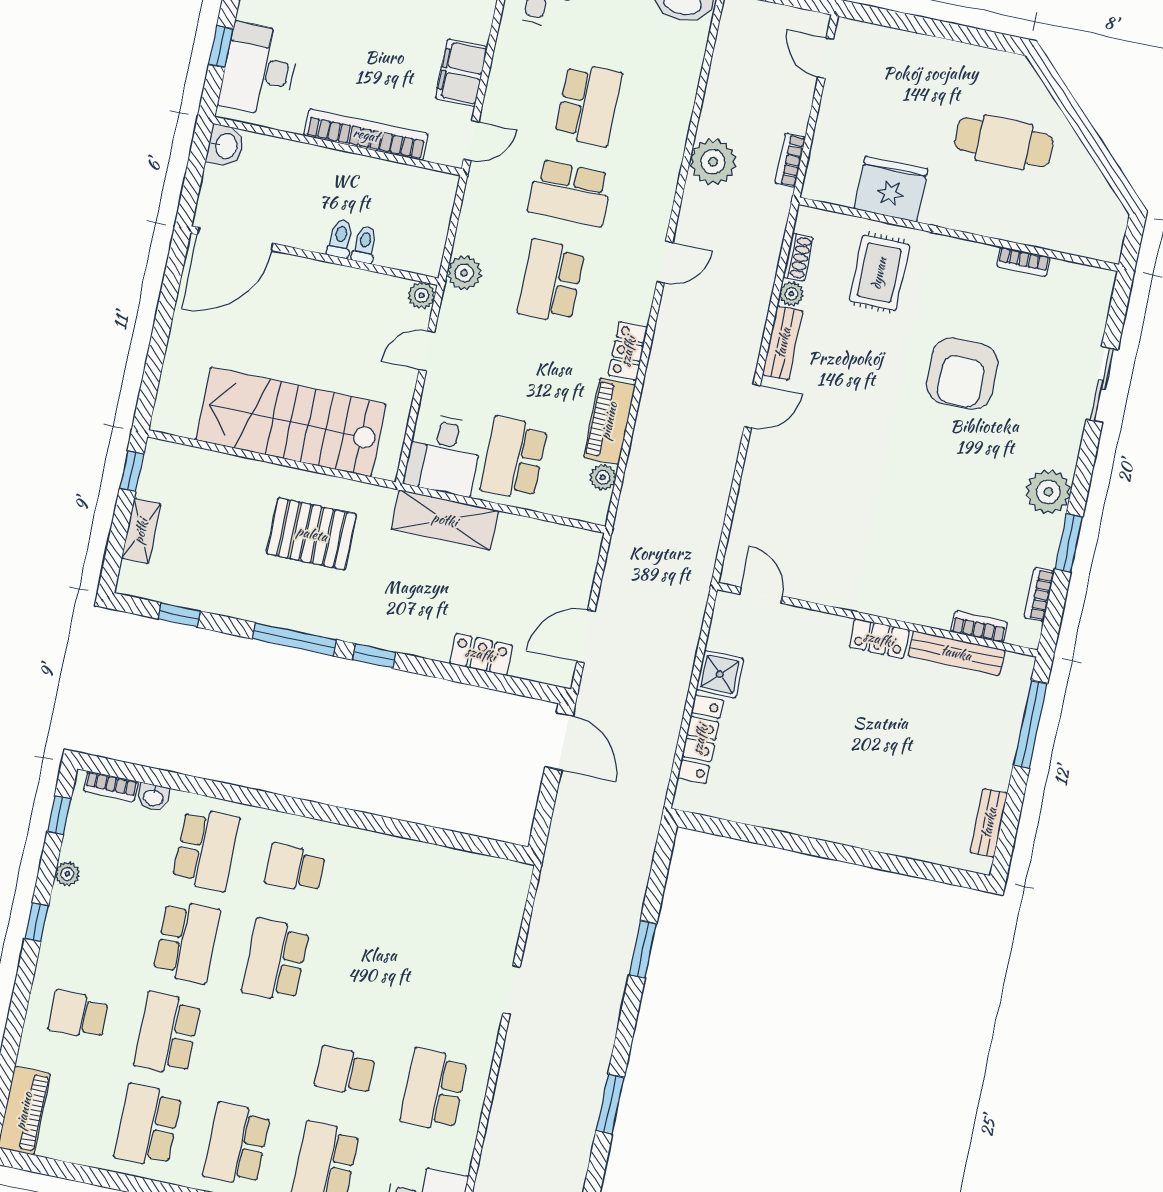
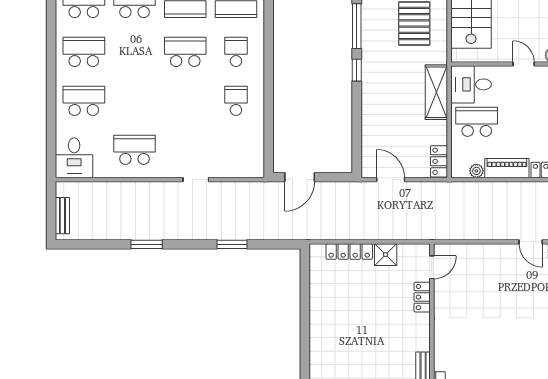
locker: (879, 639) -> (422, 297), moved
locker: (481, 654) -> (439, 161), moved, turned 180
door: (559, 741) -> (300, 177), moved
school desk: (345, 1071) -> (236, 101), moved

